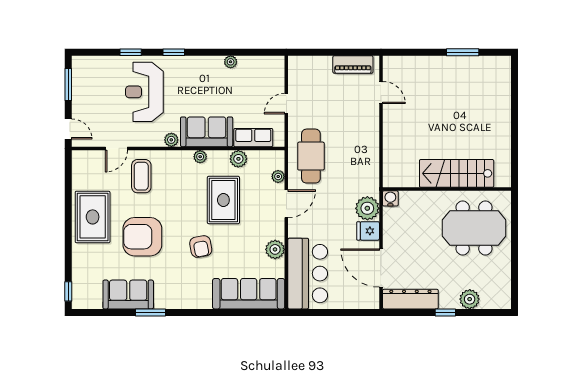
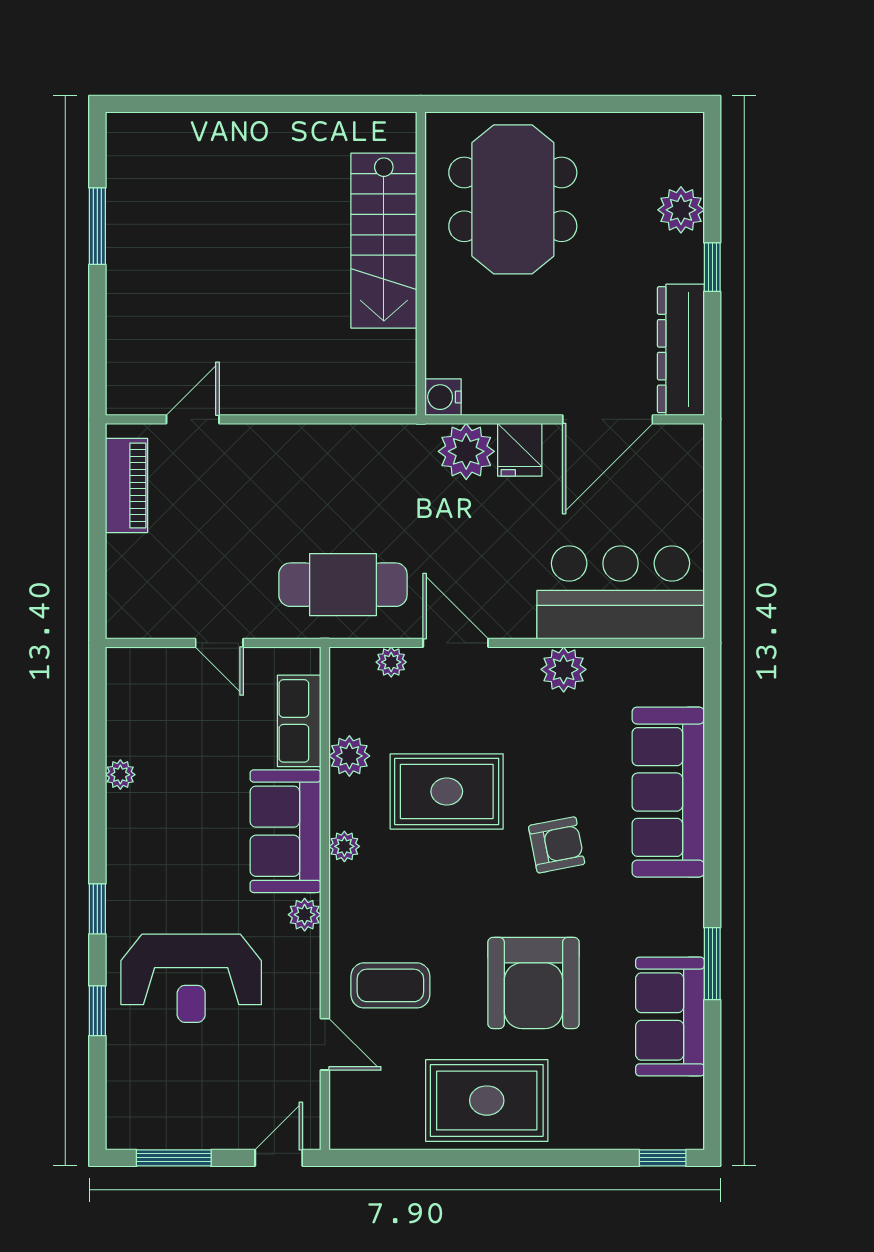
sofa: (249, 294) -> (668, 792), moved

